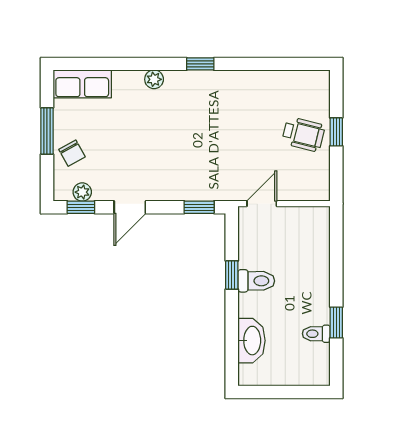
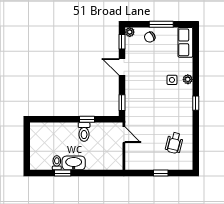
side table: (155, 110) -> (172, 80), added
wheelchair: (303, 134) -> (174, 143), moved
plant: (82, 192) -> (130, 32), moved
washbasin: (251, 341) -> (74, 163), moved, turned 180

